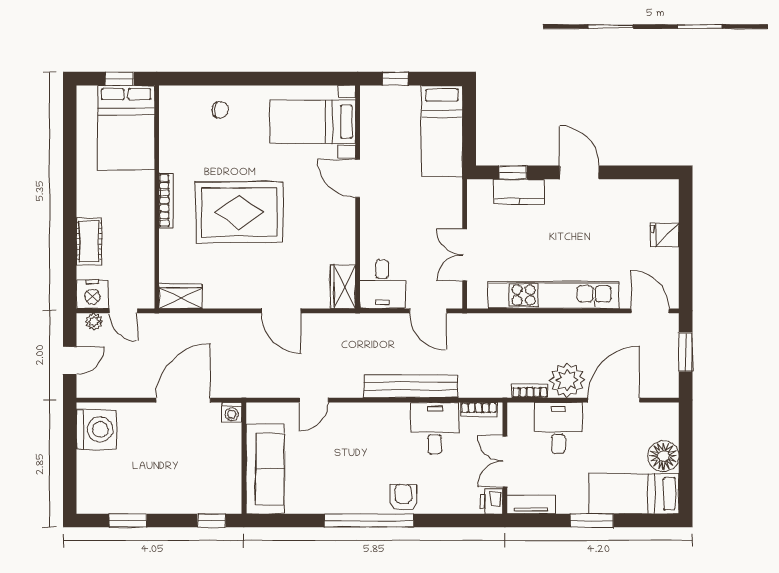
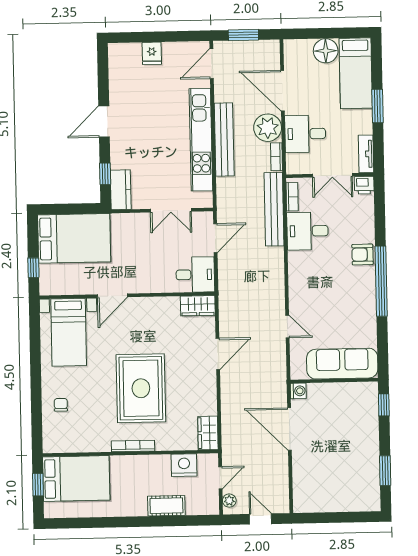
bed: (442, 131) -> (74, 238), width x1.50
kitchen counter: (519, 192) -> (121, 190), moved
nightstand: (92, 294) -> (184, 465), moved, turned -90
bench: (553, 325) -> (224, 140), added
bench: (411, 386) -> (274, 209), moved
washing machine: (96, 429) -> (314, 497), removed

